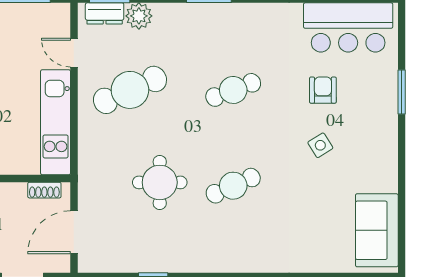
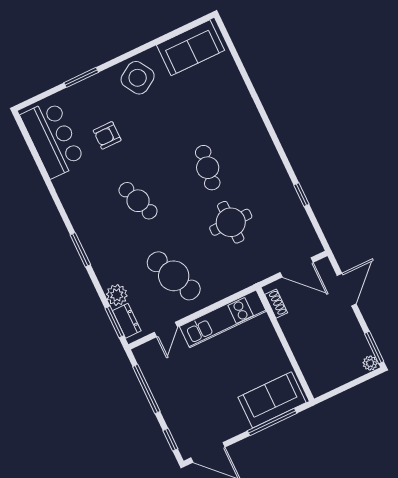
side table: (320, 145) -> (138, 78), moved, width x1.87, depth x1.87
cafe table: (233, 186) -> (208, 168), turned 33

